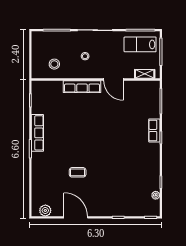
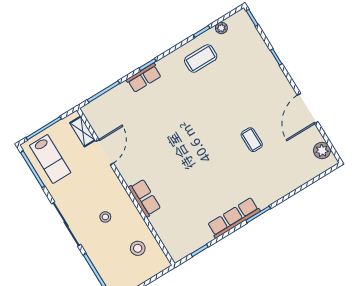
door: (113, 80) -> (105, 152), moved
row of seats: (82, 87) -> (145, 198), width x0.68
coffee table: (145, 172) -> (201, 58), added

